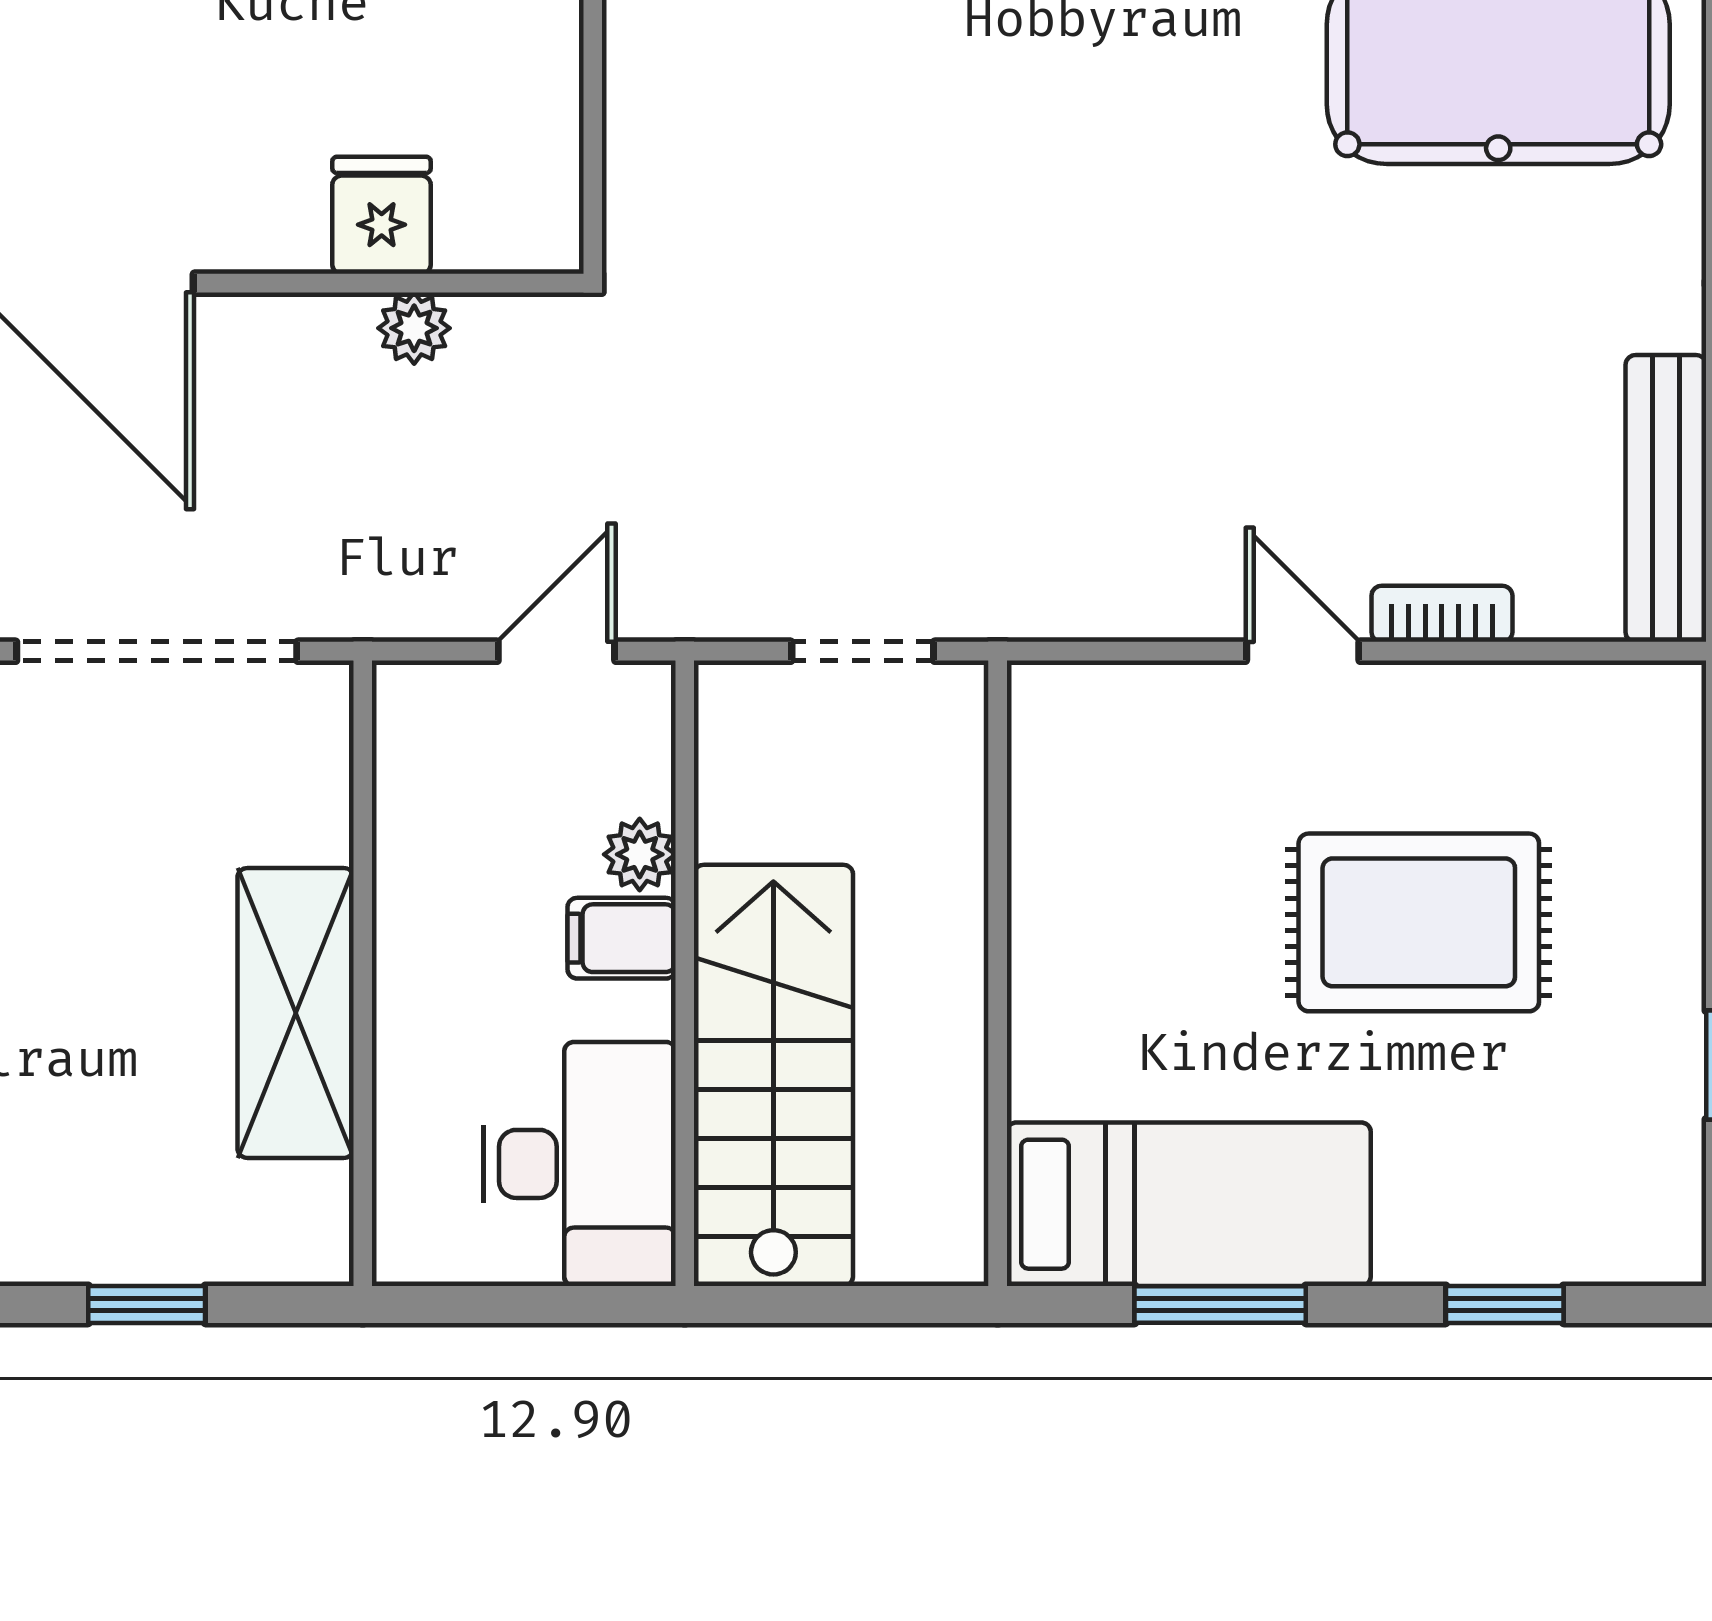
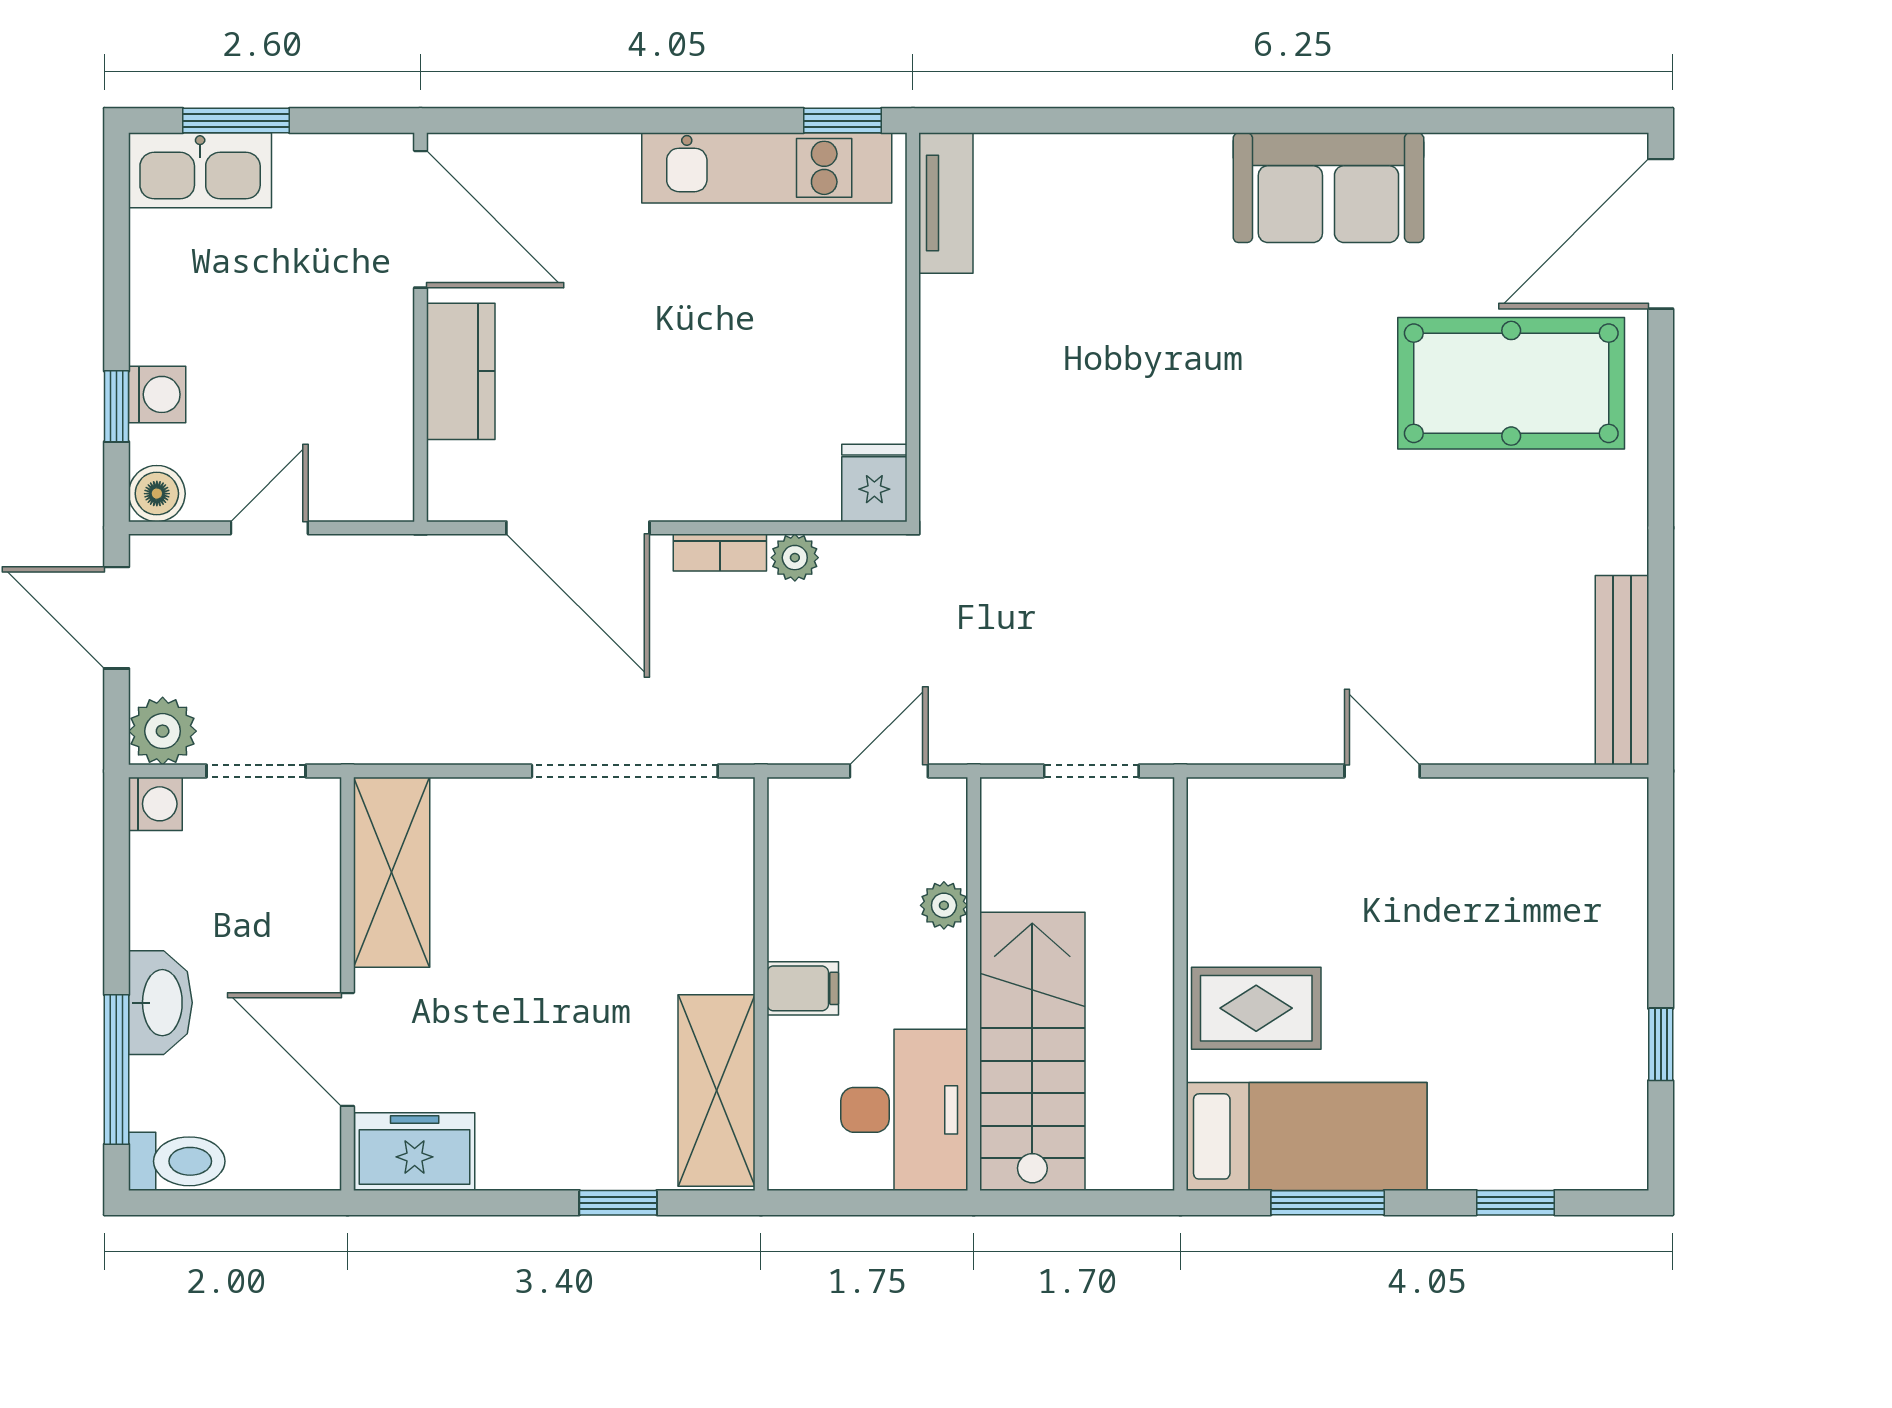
fridge: (382, 215) -> (874, 483), moved
bookcase: (1442, 614) -> (720, 552), moved, turned 180
rug: (1419, 922) -> (1256, 1008), moved, width x0.73, depth x0.70
filing cabinet: (622, 938) -> (803, 988), moved, turned 180
shelving: (296, 1013) -> (716, 1090), moved

